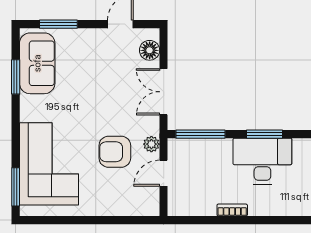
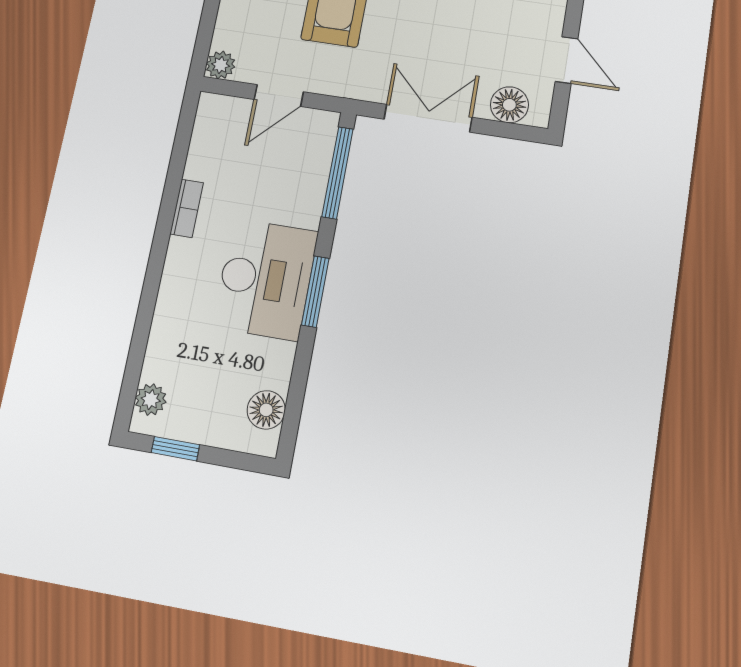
plant: (151, 144) -> (221, 65), moved
door: (164, 173) -> (279, 96), swing flipped

